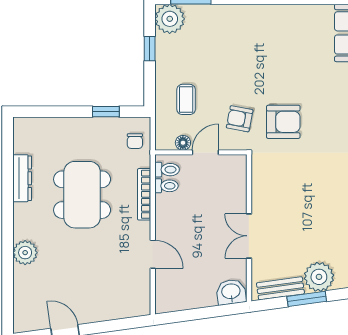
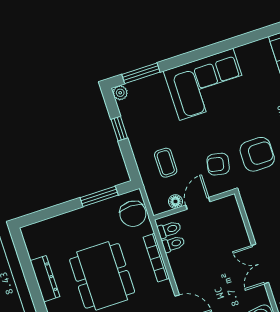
plant: (170, 19) -> (120, 93), width x0.53, depth x0.53
corner sofa: (254, 32) -> (206, 84), added
window: (106, 112) -> (99, 196), width x1.50
chair: (135, 141) -> (133, 214), width x1.87, depth x1.87

